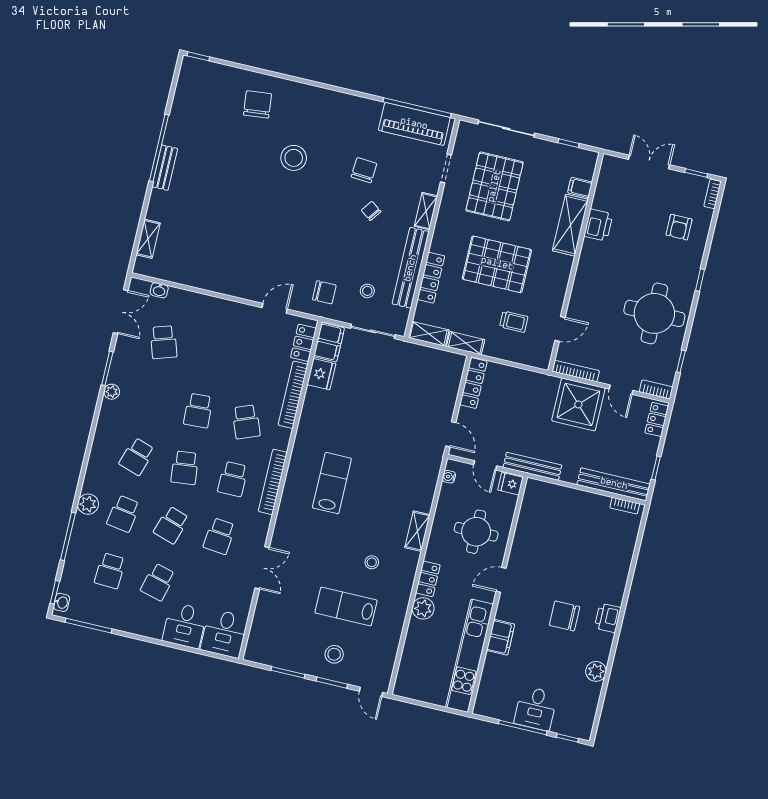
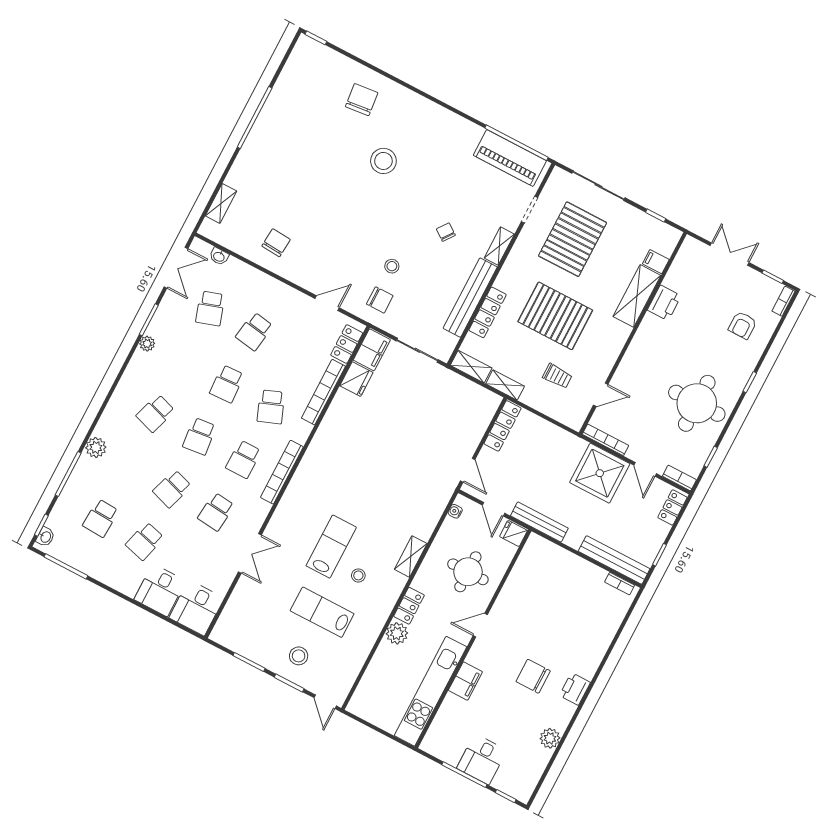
bench: (165, 168) -> (255, 138), removed
chair: (364, 170) -> (276, 243), moved
stool: (367, 291) -> (392, 266), moved
lab bench: (332, 483) -> (331, 547), moved
school desk: (123, 514) -> (254, 331), moved

